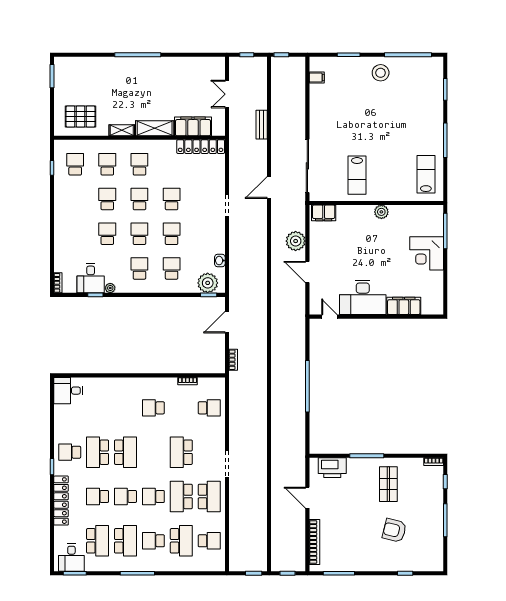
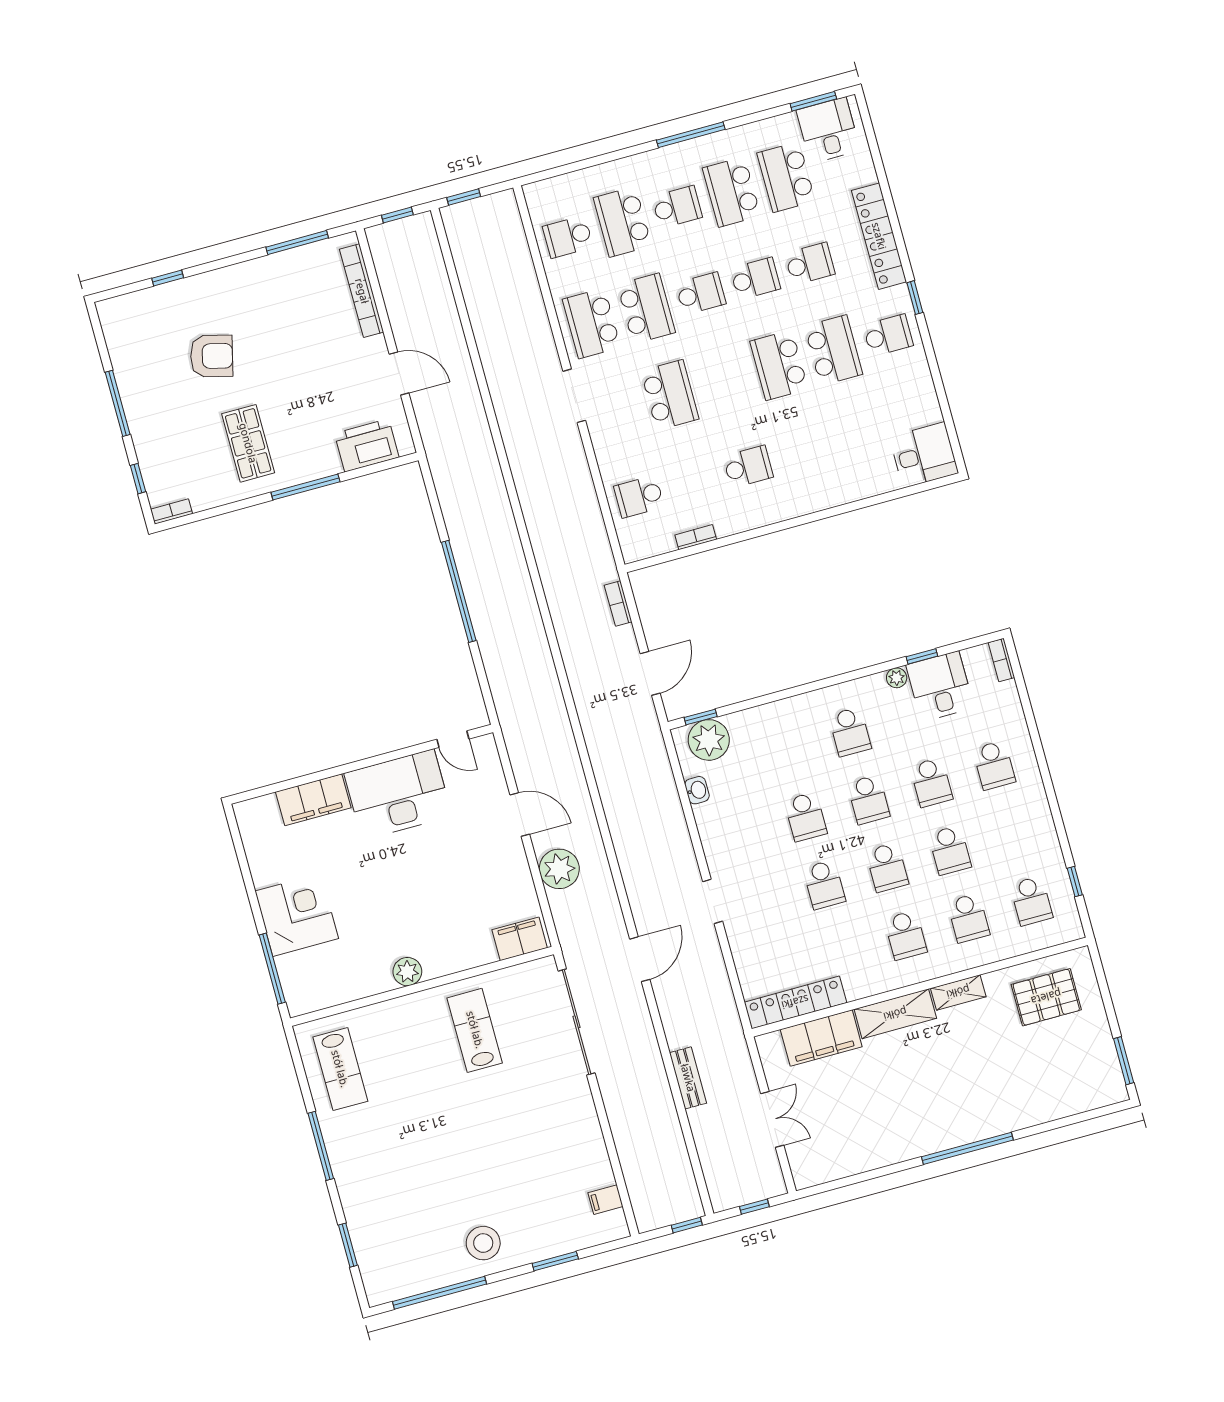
school desk: (172, 268) -> (994, 765), moved

